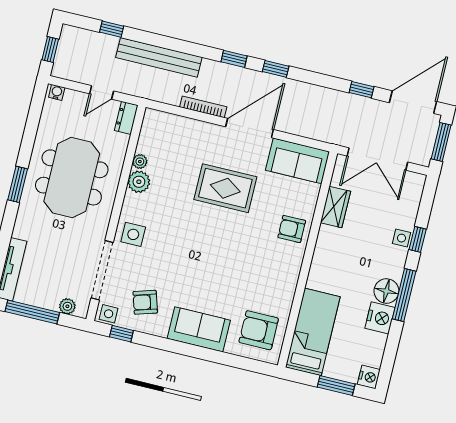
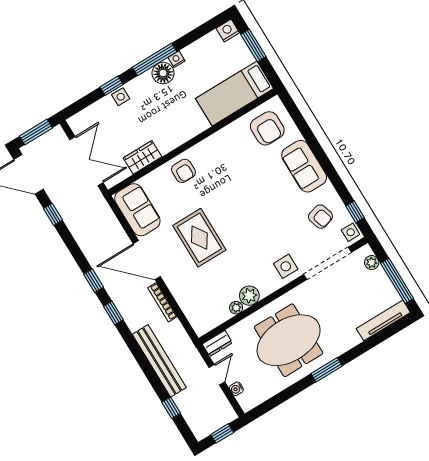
water cooler: (57, 92) -> (236, 389), moved
door: (102, 92) -> (217, 375), hinge flipped
nightstand: (380, 318) -> (176, 59), width x0.53, depth x0.56

